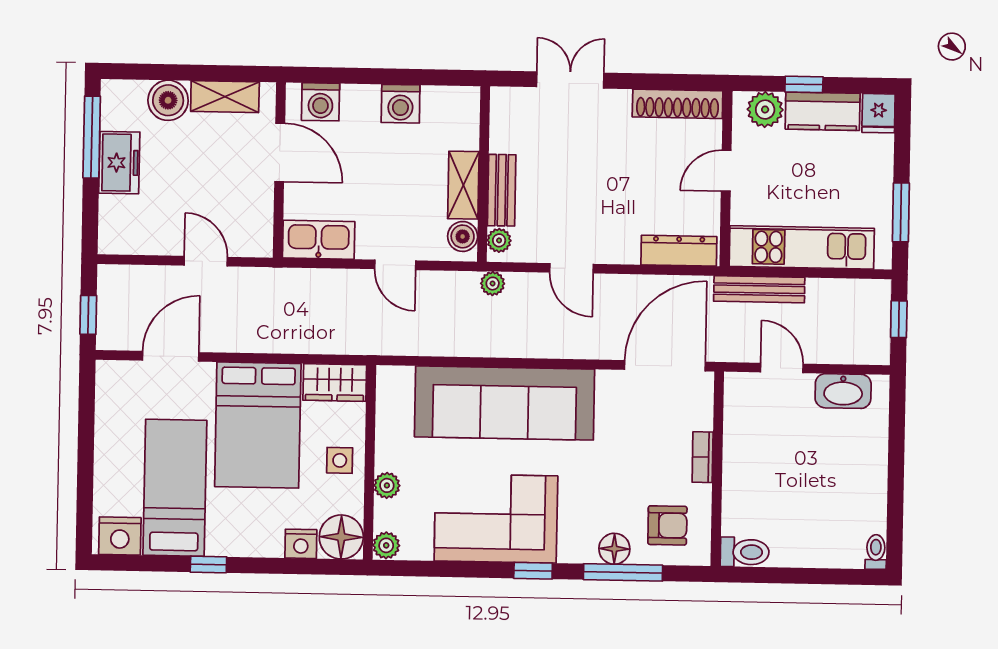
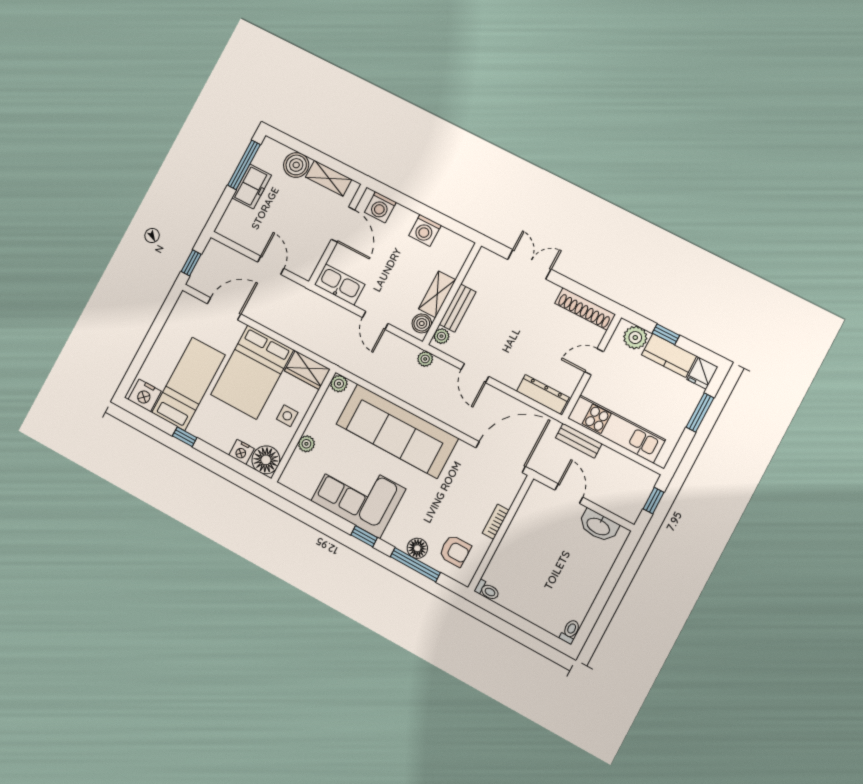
window: (901, 212) -> (700, 413), moved
bench: (759, 289) -> (579, 441), width x0.73
plant: (386, 545) -> (339, 384), moved
toilet: (745, 552) -> (487, 590), width x0.73, depth x0.72

